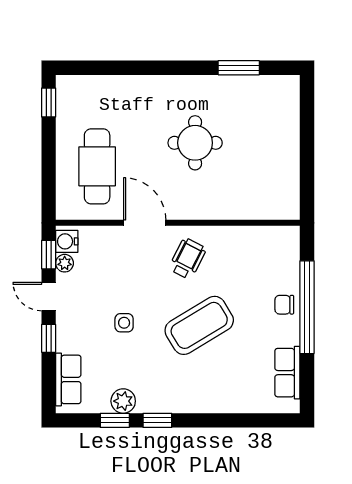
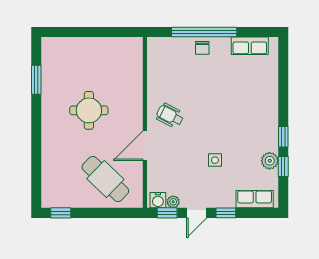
cafe table: (97, 166) -> (105, 179), turned 44
coffee table: (199, 325) -> (217, 107), removed

